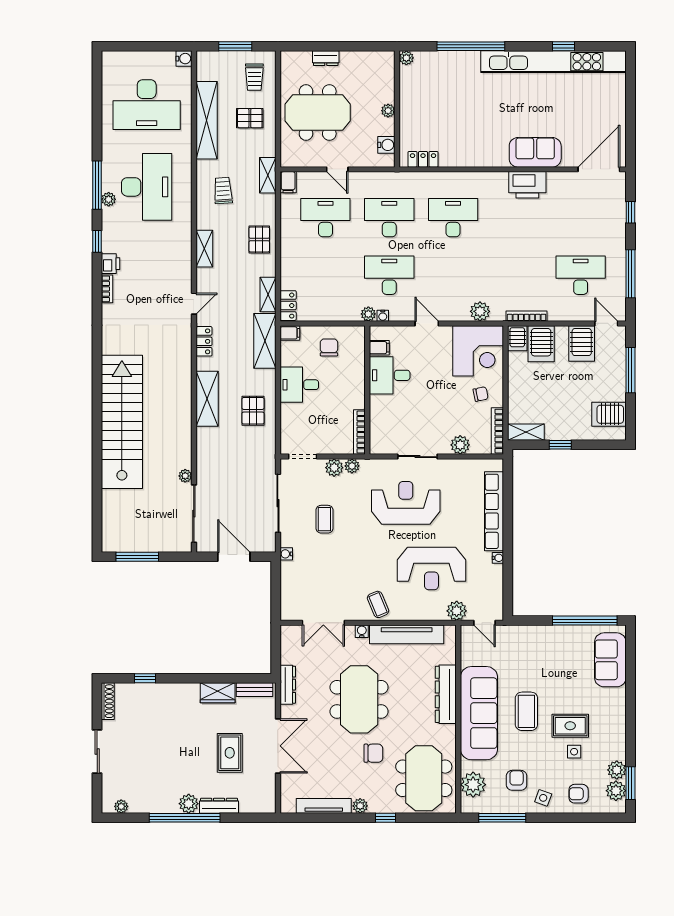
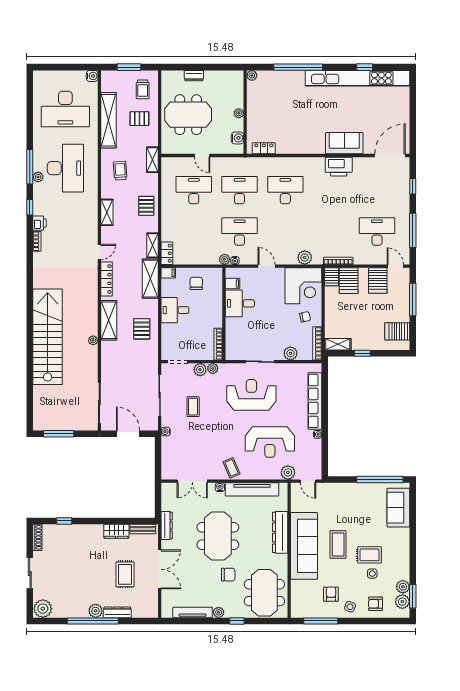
filing cabinet: (288, 182) -> (167, 165), removed
locker: (204, 341) -> (107, 279), width x1.53
plant: (185, 476) -> (93, 340), moved
plant: (473, 785) -> (300, 597), removed
plant: (121, 806) -> (43, 609), width x1.88, depth x1.88

